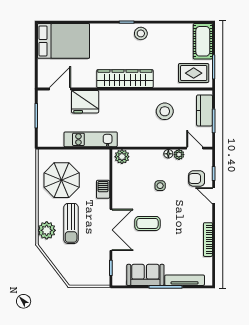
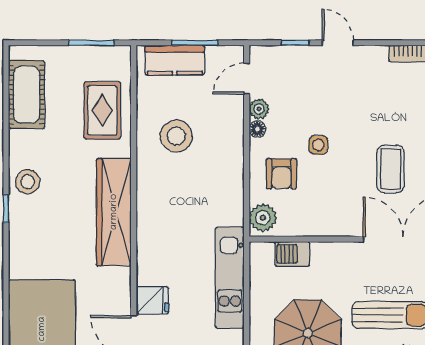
cot: (203, 41) -> (27, 95), moved, turned 90
rug: (194, 73) -> (102, 110), moved
fridge: (85, 102) -> (152, 300), width x0.53, depth x0.75
armchair: (197, 179) -> (281, 174), moved
barbecue: (103, 189) -> (292, 254), moved
door: (214, 196) -> (338, 43), swing flipped

